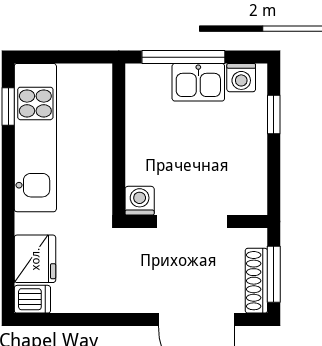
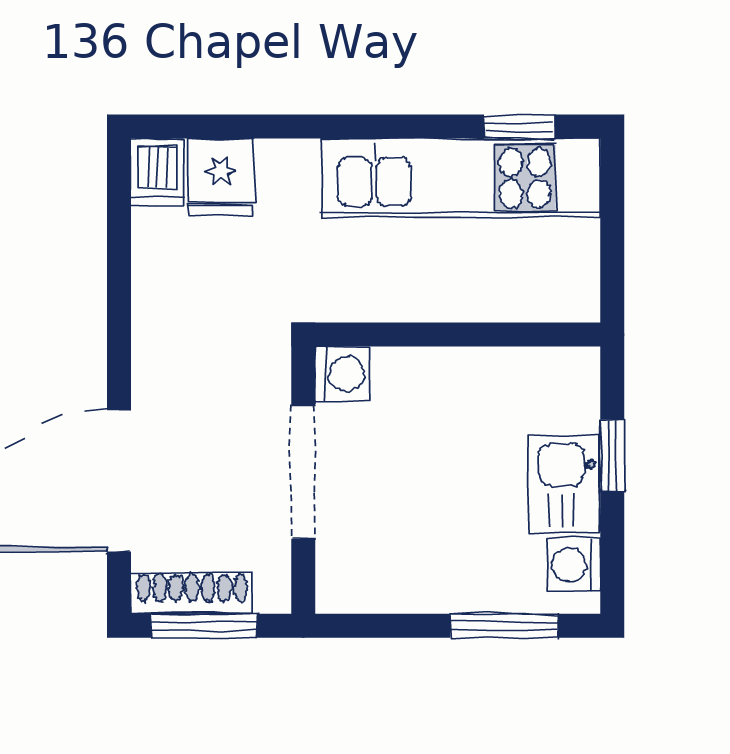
window: (183, 57) -> (612, 456), width x0.46
window: (274, 115) -> (504, 626), width x1.50
fridge: (35, 259) -> (221, 177), width x0.72

